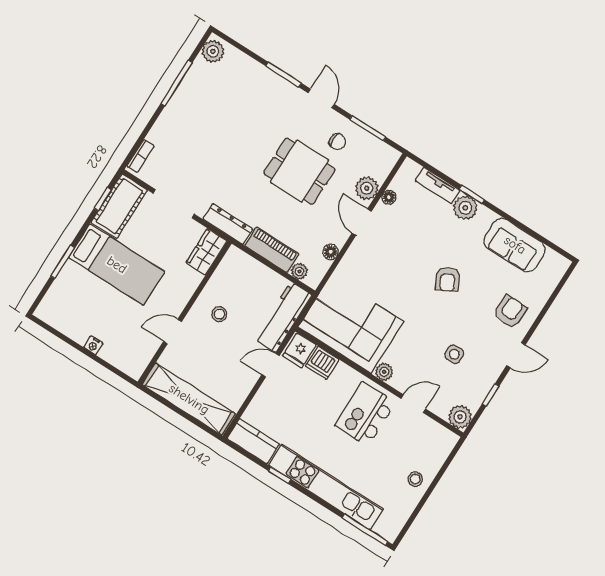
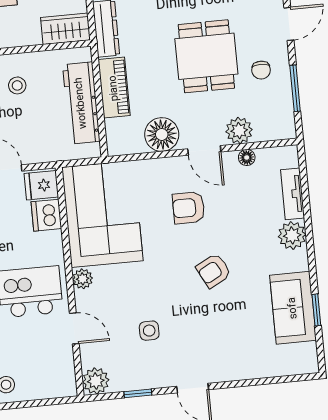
window: (472, 194) -> (316, 310), moved
door: (362, 222) -> (204, 150), swing flipped
floor lamp: (331, 252) -> (162, 134), width x1.89, depth x1.89
plant: (299, 271) -> (114, 128), removed
armchair: (510, 312) -> (189, 208), moved, turned 180
workbench: (283, 317) -> (81, 103), moved, turned -90

